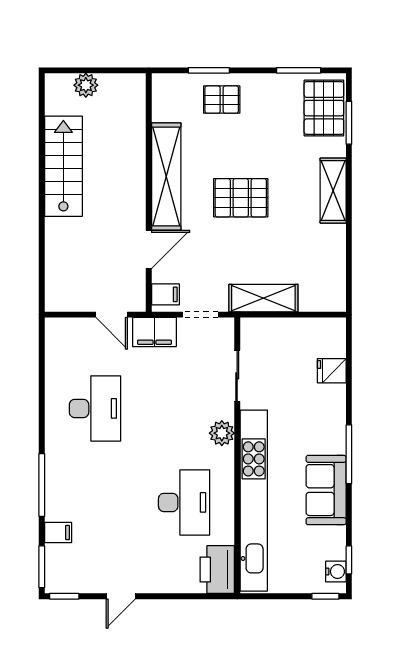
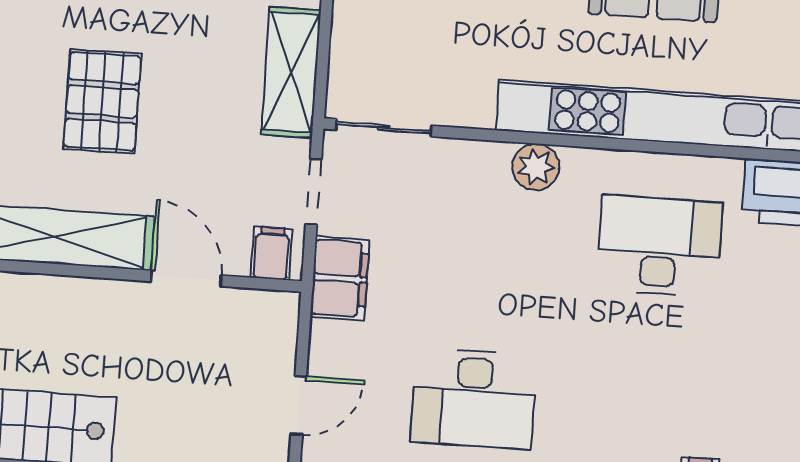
door: (112, 315) -> (299, 405), moved
sliding door: (237, 376) -> (384, 128), moved
desk: (95, 408) -> (474, 399), turned 180

